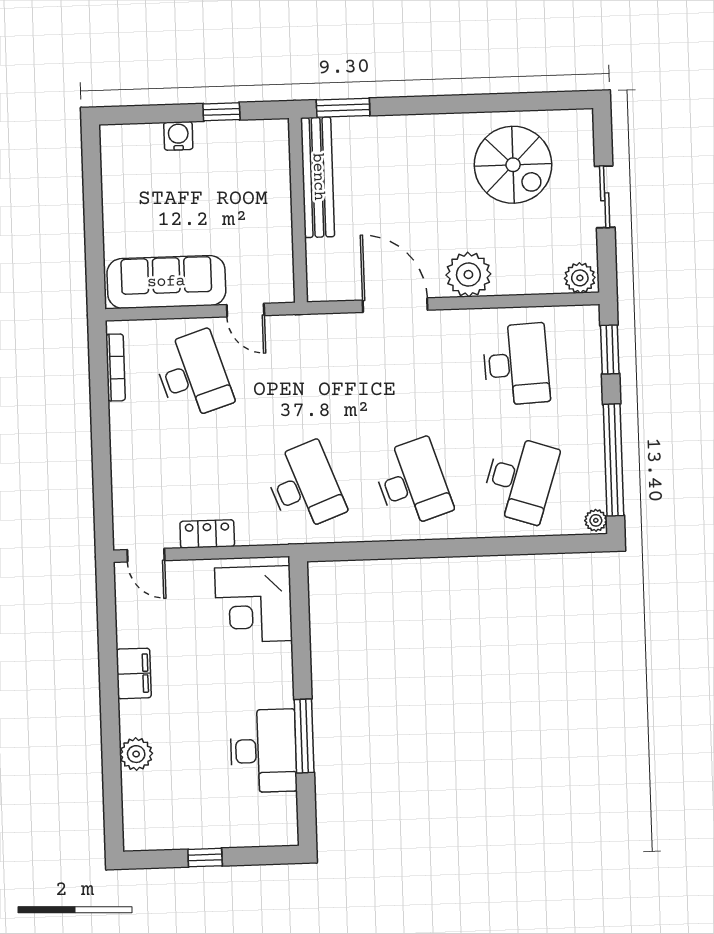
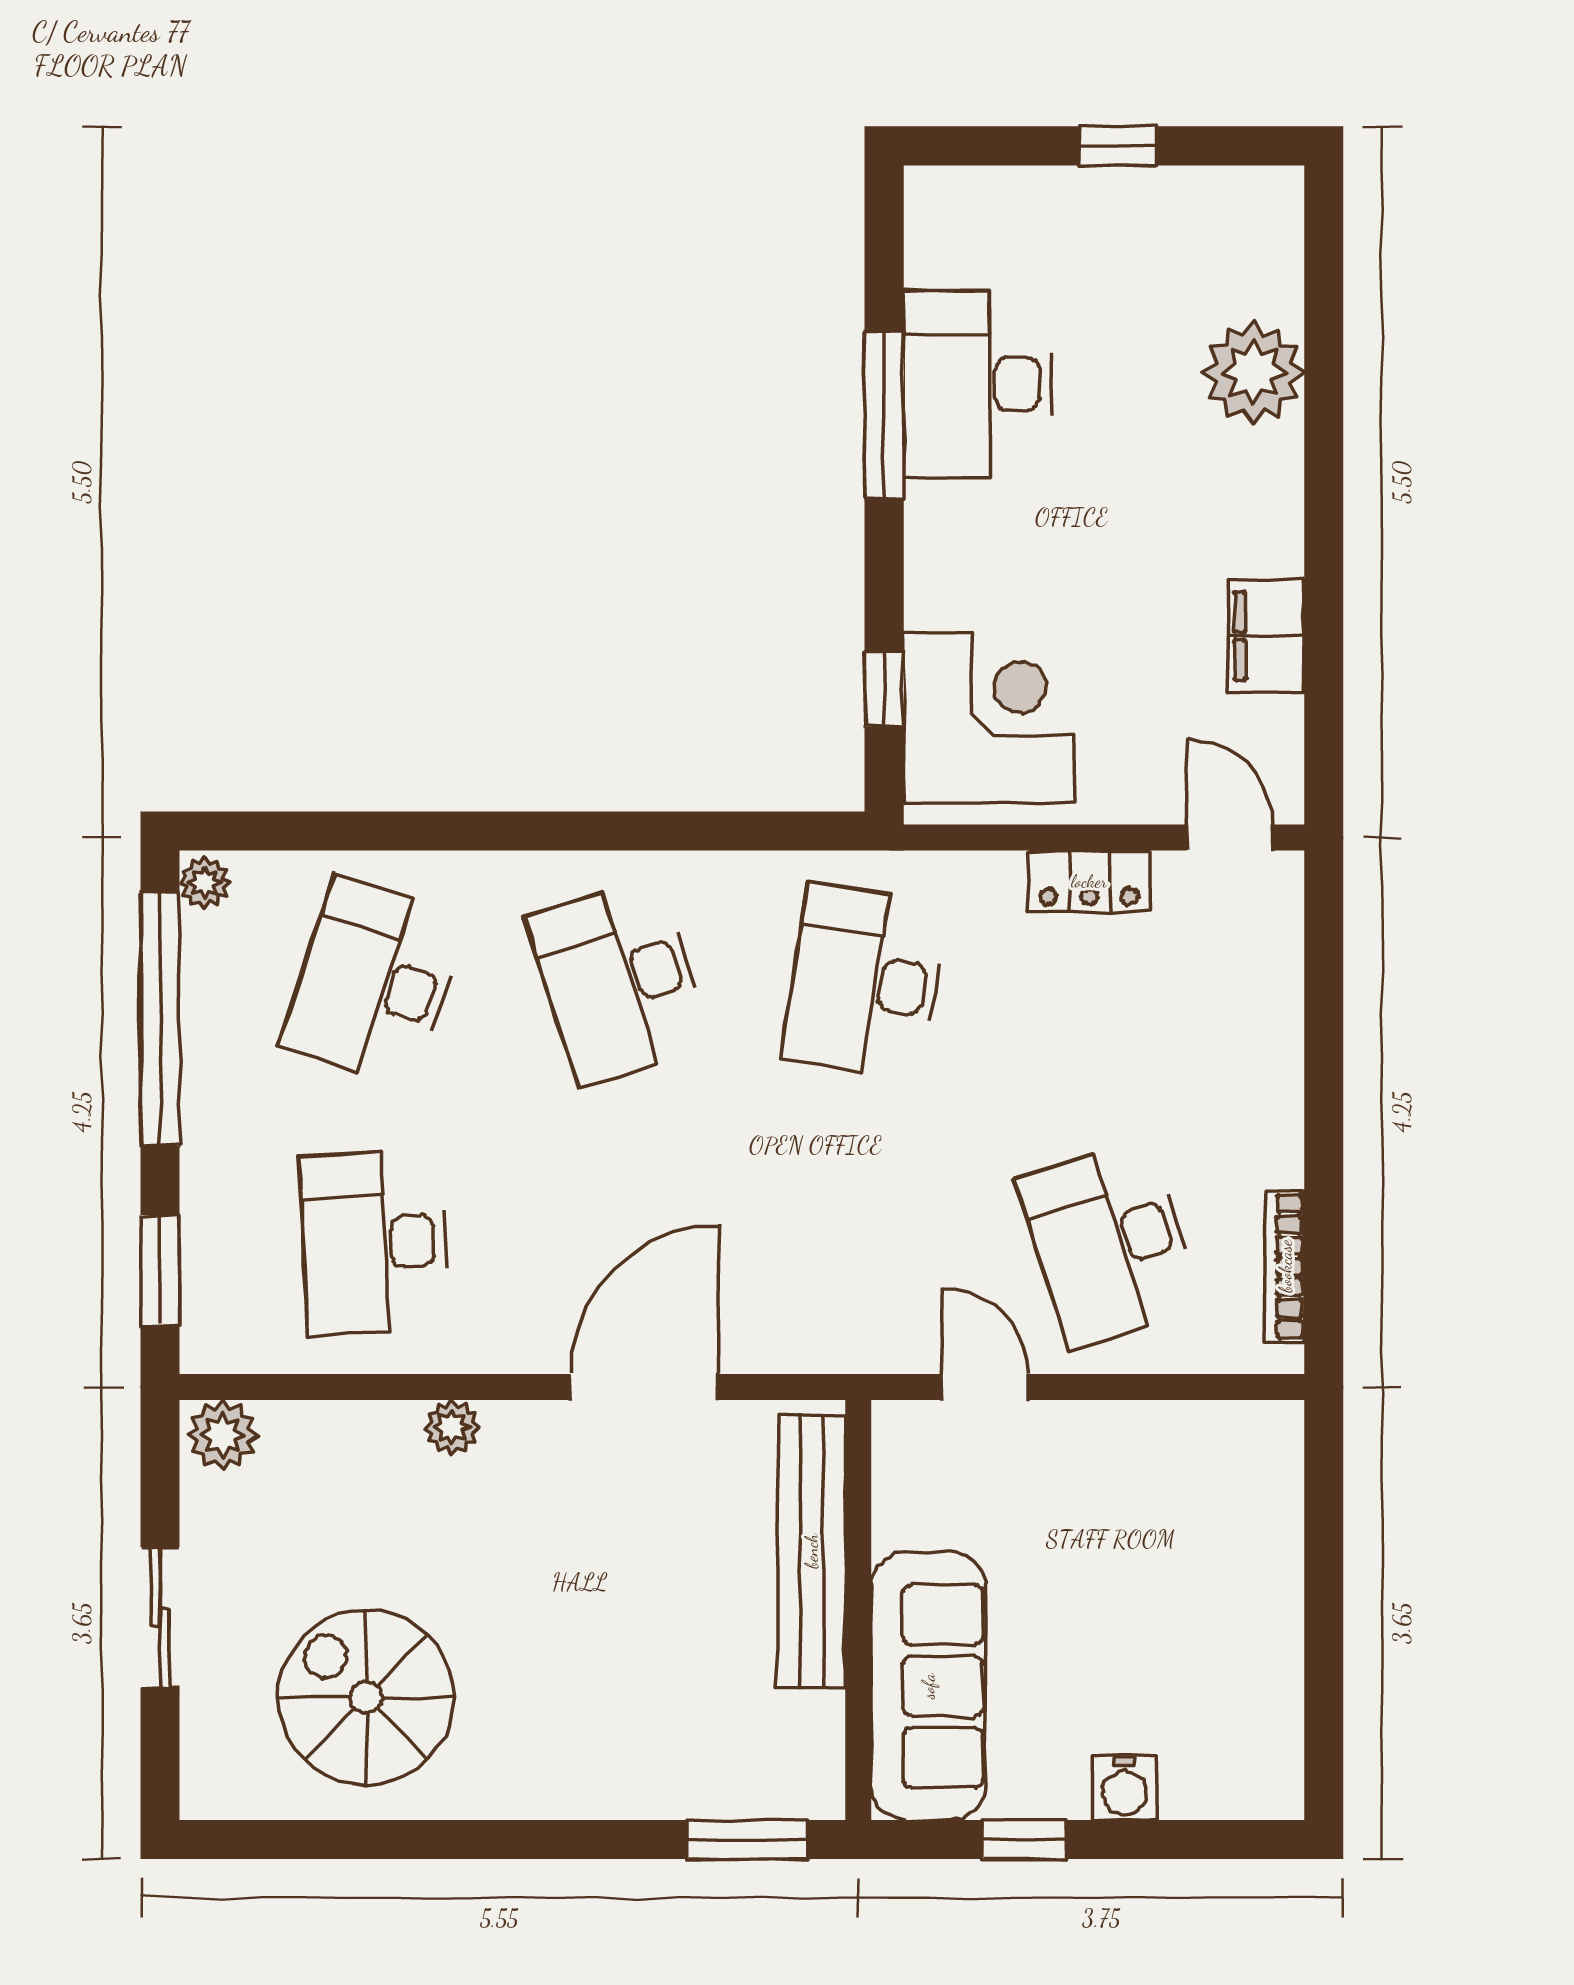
bench: (318, 177) -> (811, 1551), moved
plant: (468, 275) -> (452, 1427), width x0.53, depth x0.53
sofa: (166, 282) -> (928, 1686), moved, turned -90
door: (395, 305) -> (645, 1387), swing flipped
desk: (304, 487) -> (864, 981), turned 30
window: (300, 616) -> (884, 689), added
filing cabinet: (134, 673) -> (1266, 636), moved
plant: (136, 754) -> (1253, 373), width x1.36, depth x1.36

